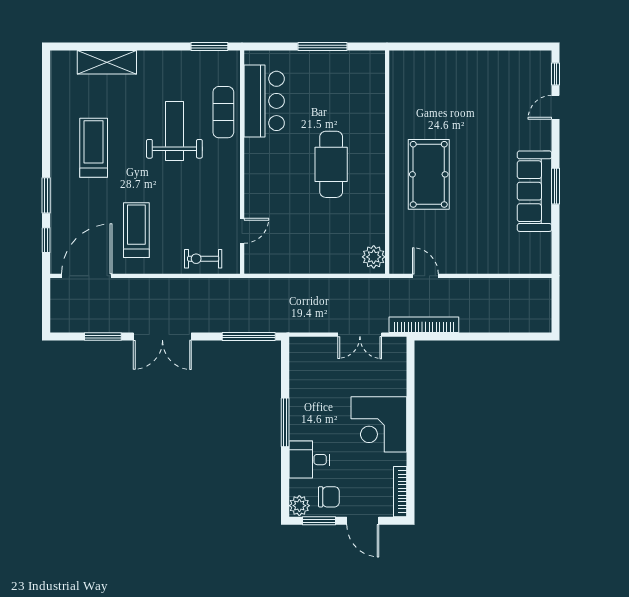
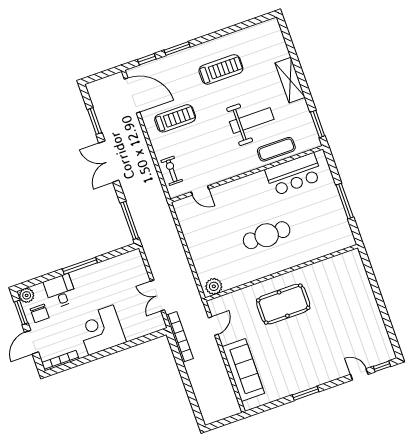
shelving: (107, 62) -> (290, 80), moved
sofa: (534, 191) -> (243, 370), moved, turned 90

